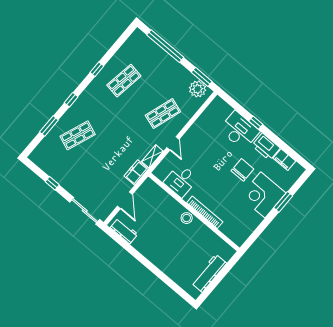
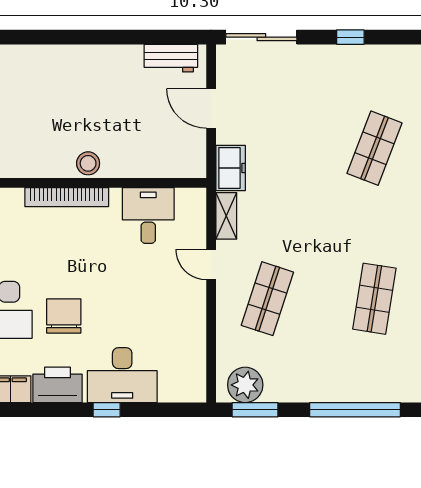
chair: (242, 170) -> (64, 316), turned 180

